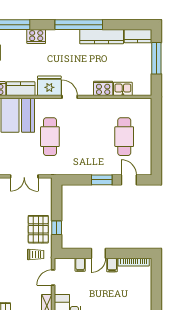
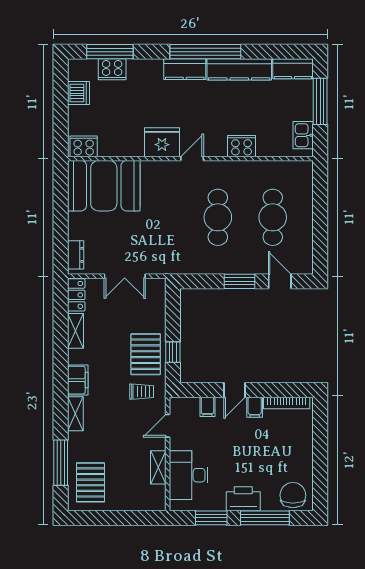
cooker: (36, 36) -> (112, 69), moved
kitchen counter: (21, 89) -> (185, 69), moved, turned 180
kitchen sink: (123, 89) -> (303, 135), moved, turned -90
door: (70, 97) -> (192, 159), hinge flipped
cafe table: (50, 137) -> (218, 217), moved

